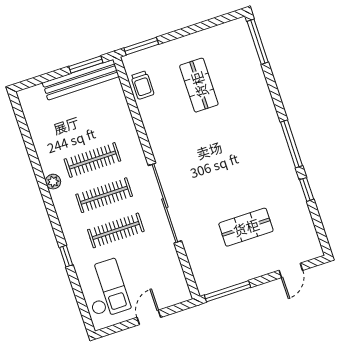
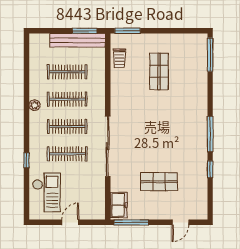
clothes rail: (81, 125) -> (67, 72), added
freezer: (204, 274) -> (119, 205), added

